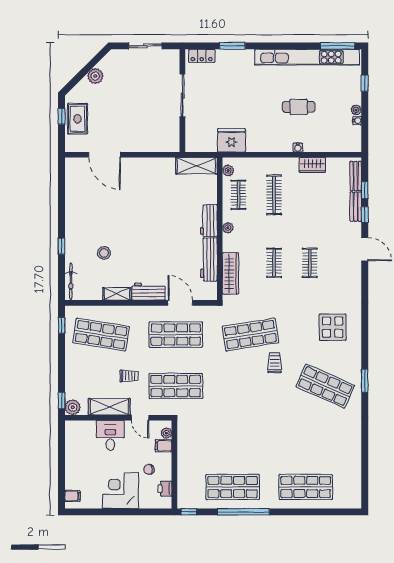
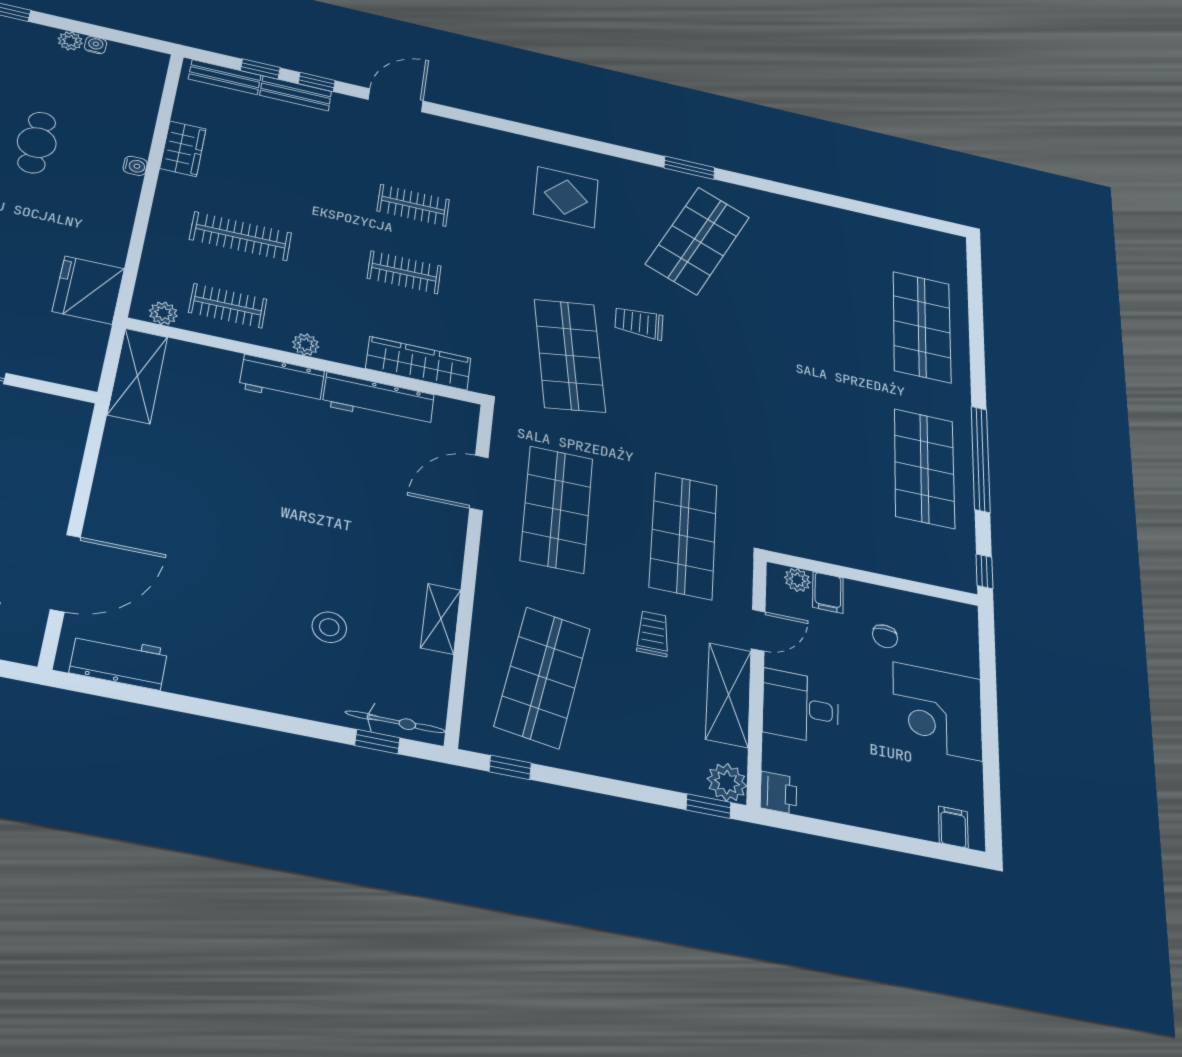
window: (62, 246) -> (377, 742), moved
workbench: (148, 292) -> (119, 661), moved, turned 90
printer: (165, 489) -> (779, 793), moved, turned -90

